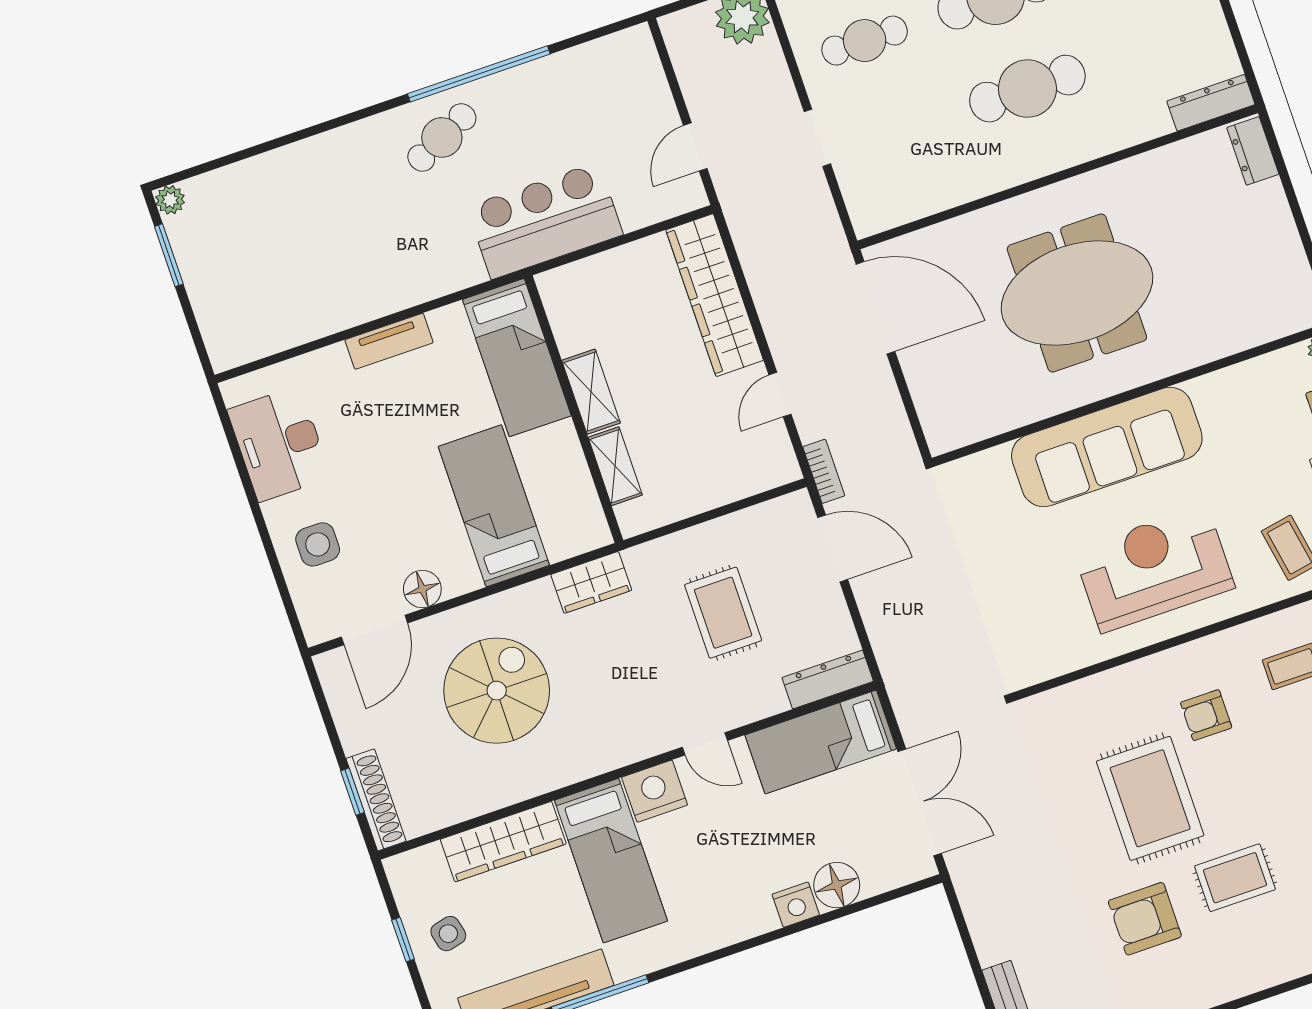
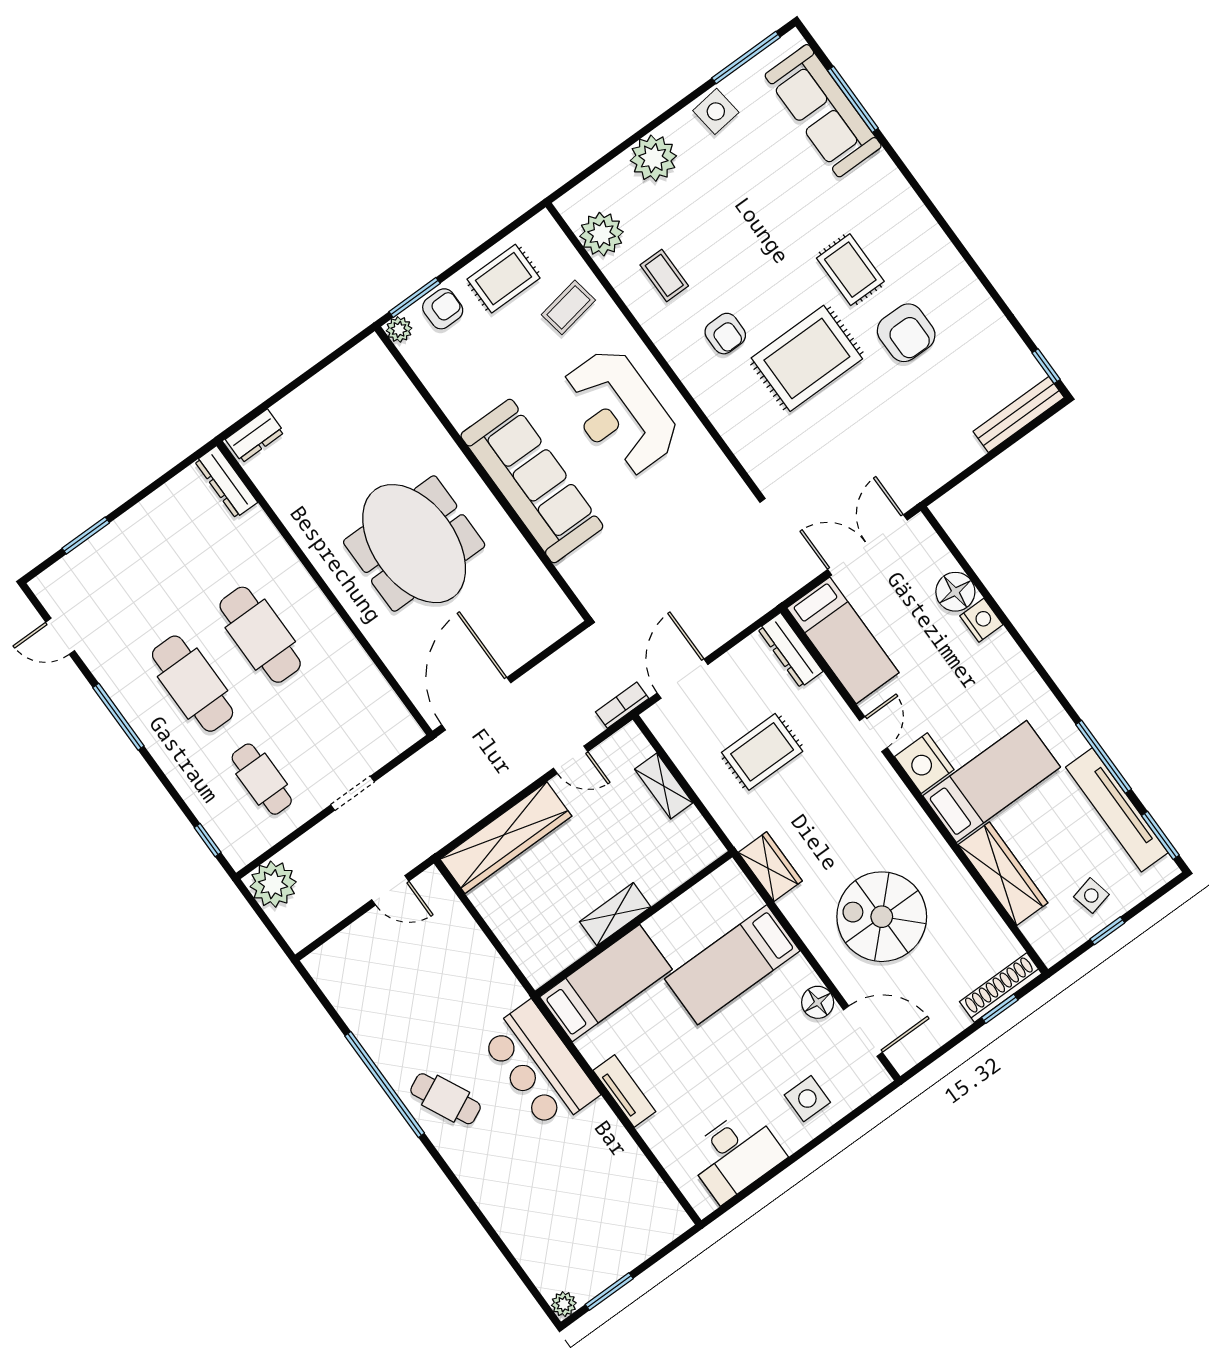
bar counter: (545, 221) -> (539, 1066), moved
shelving: (615, 466) -> (664, 786), moved, turned 90

